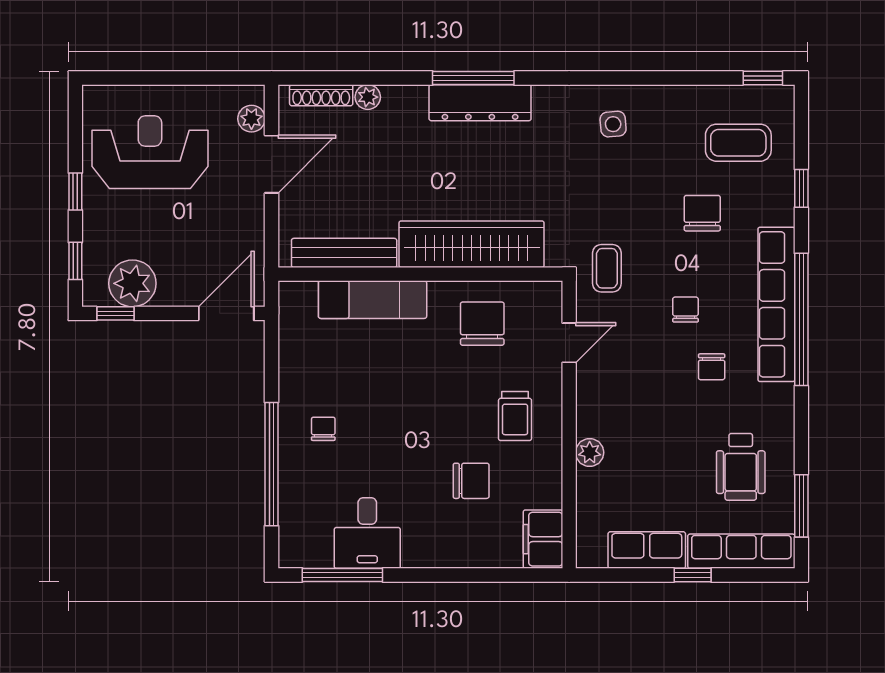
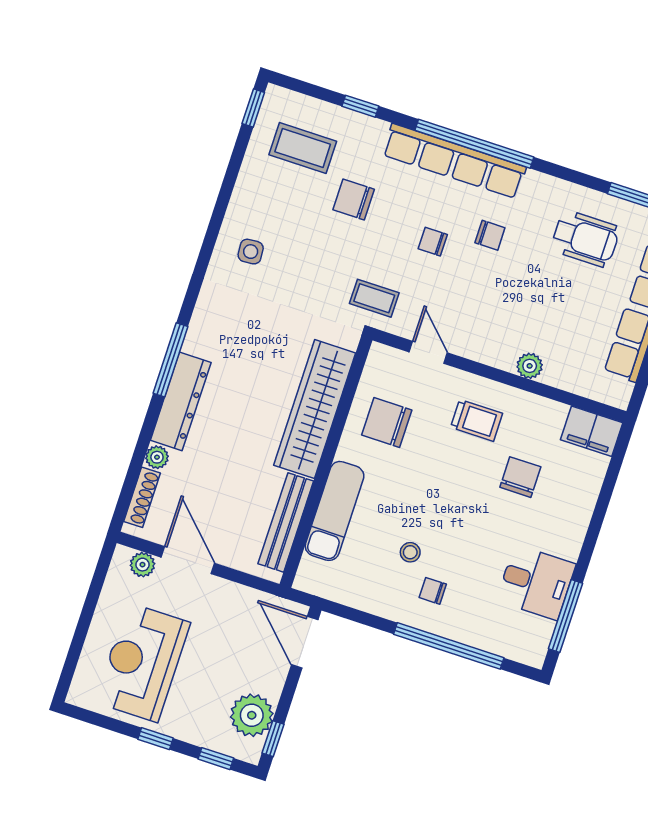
dresser: (480, 103) -> (181, 401), moved
coffee table: (738, 143) -> (303, 148), turned 90
stool: (356, 392) -> (410, 552), added

